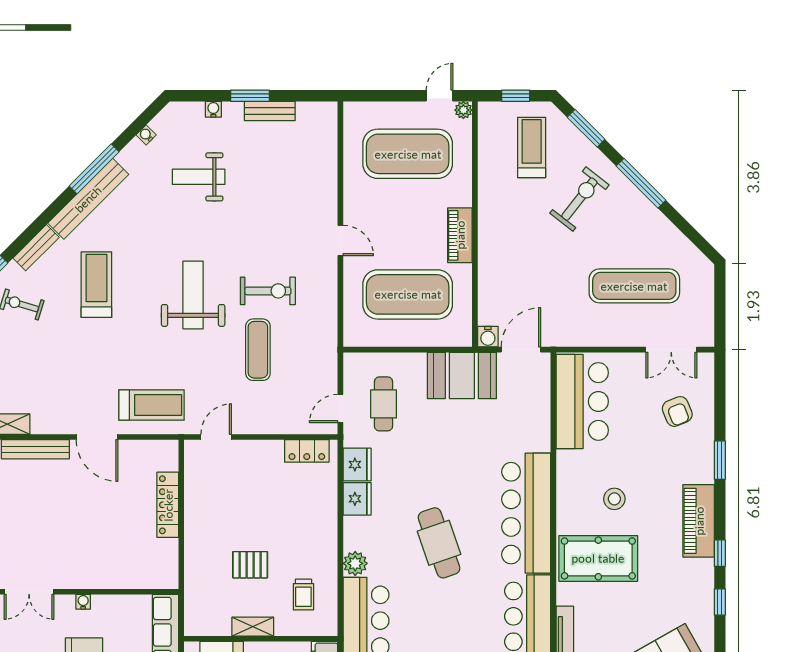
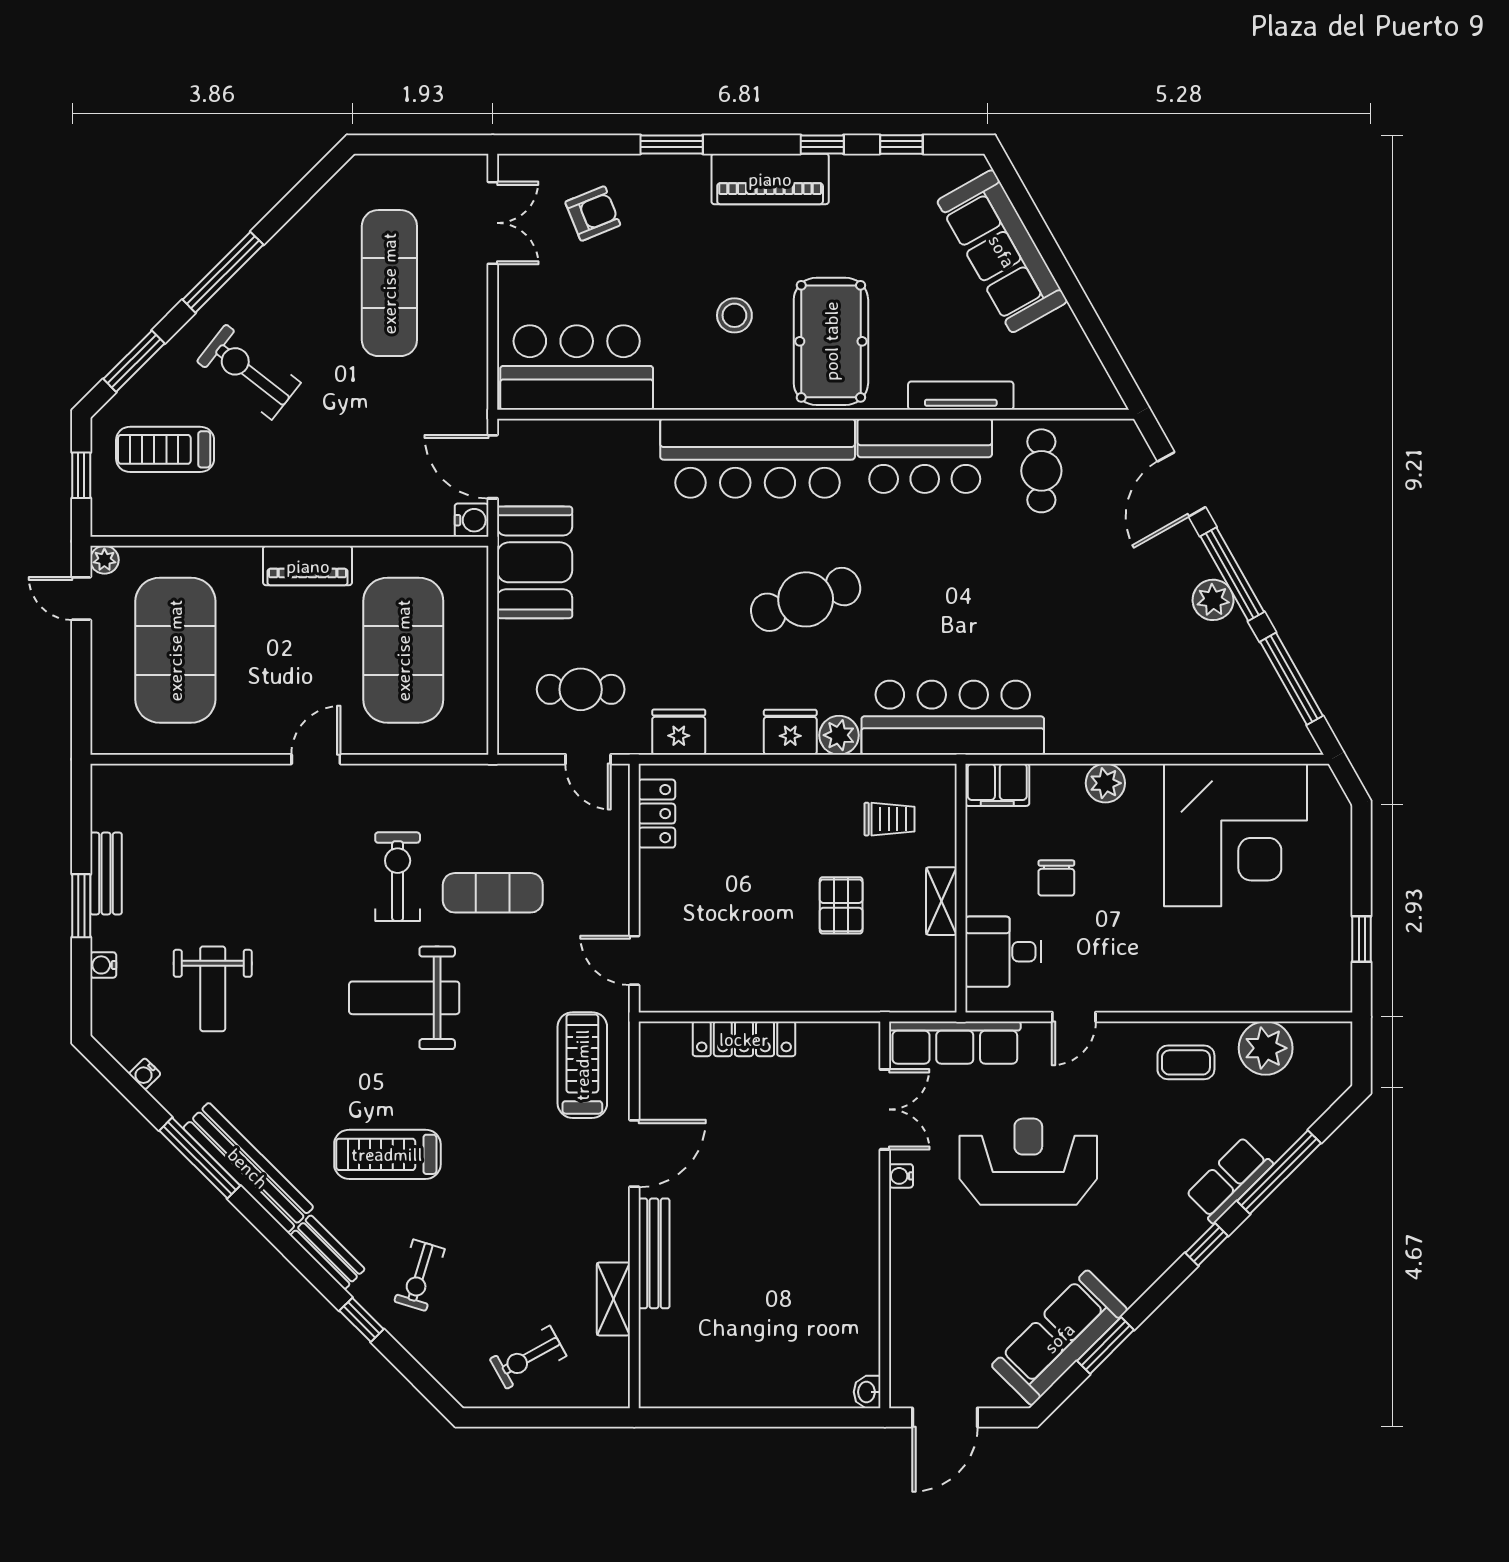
fridge: (357, 499) -> (790, 732), moved
double door: (29, 592) -> (885, 1109), moved

